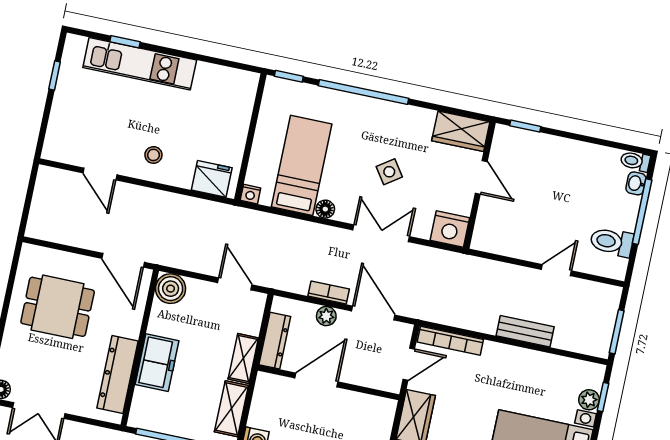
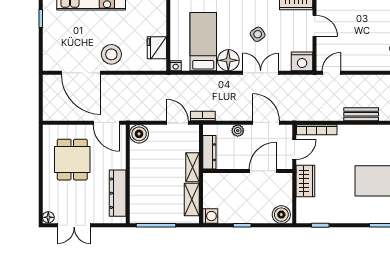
stool: (153, 155) -> (111, 54), width x1.89, depth x1.89
door: (100, 174) -> (81, 73), width x1.87
fridge: (212, 179) -> (157, 48), moved, turned -90
floor lamp: (325, 209) -> (228, 60), width x1.89, depth x1.89
door: (556, 270) -> (332, 73), moved
bookcase: (329, 293) -> (203, 116), moved
dining table: (58, 307) -> (72, 160), turned 90
freezer: (157, 363) -> (140, 181), removed
door: (316, 380) -> (263, 171), moved

